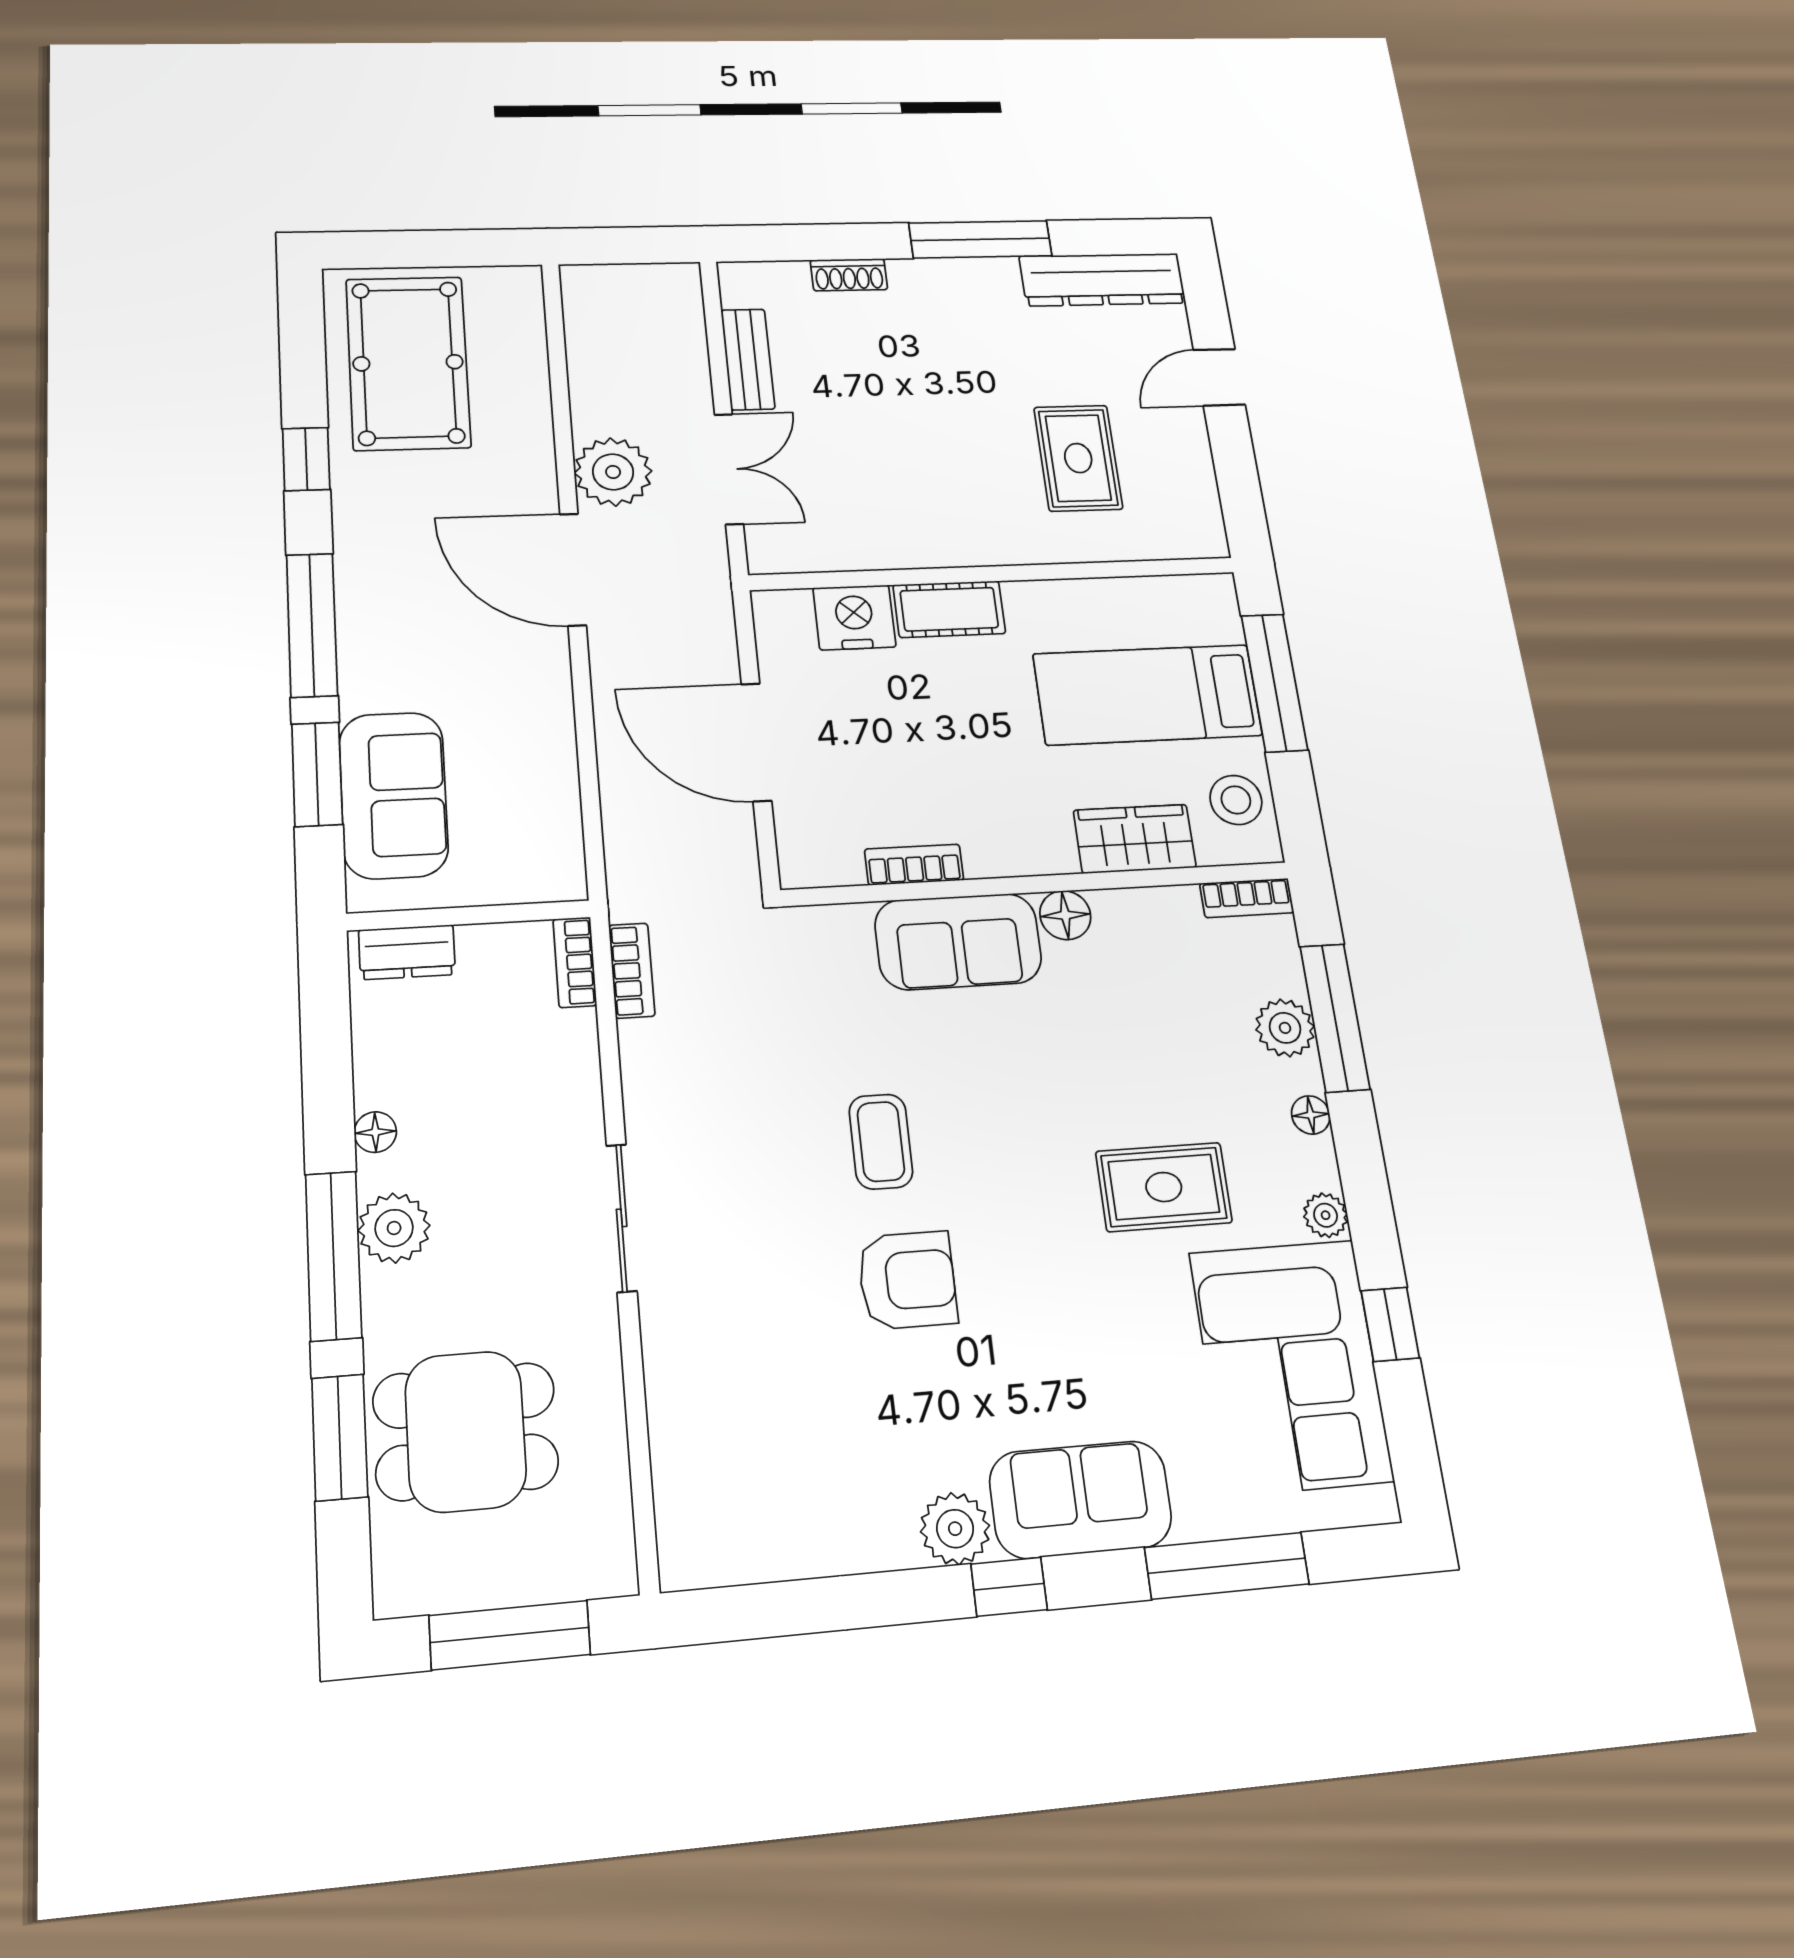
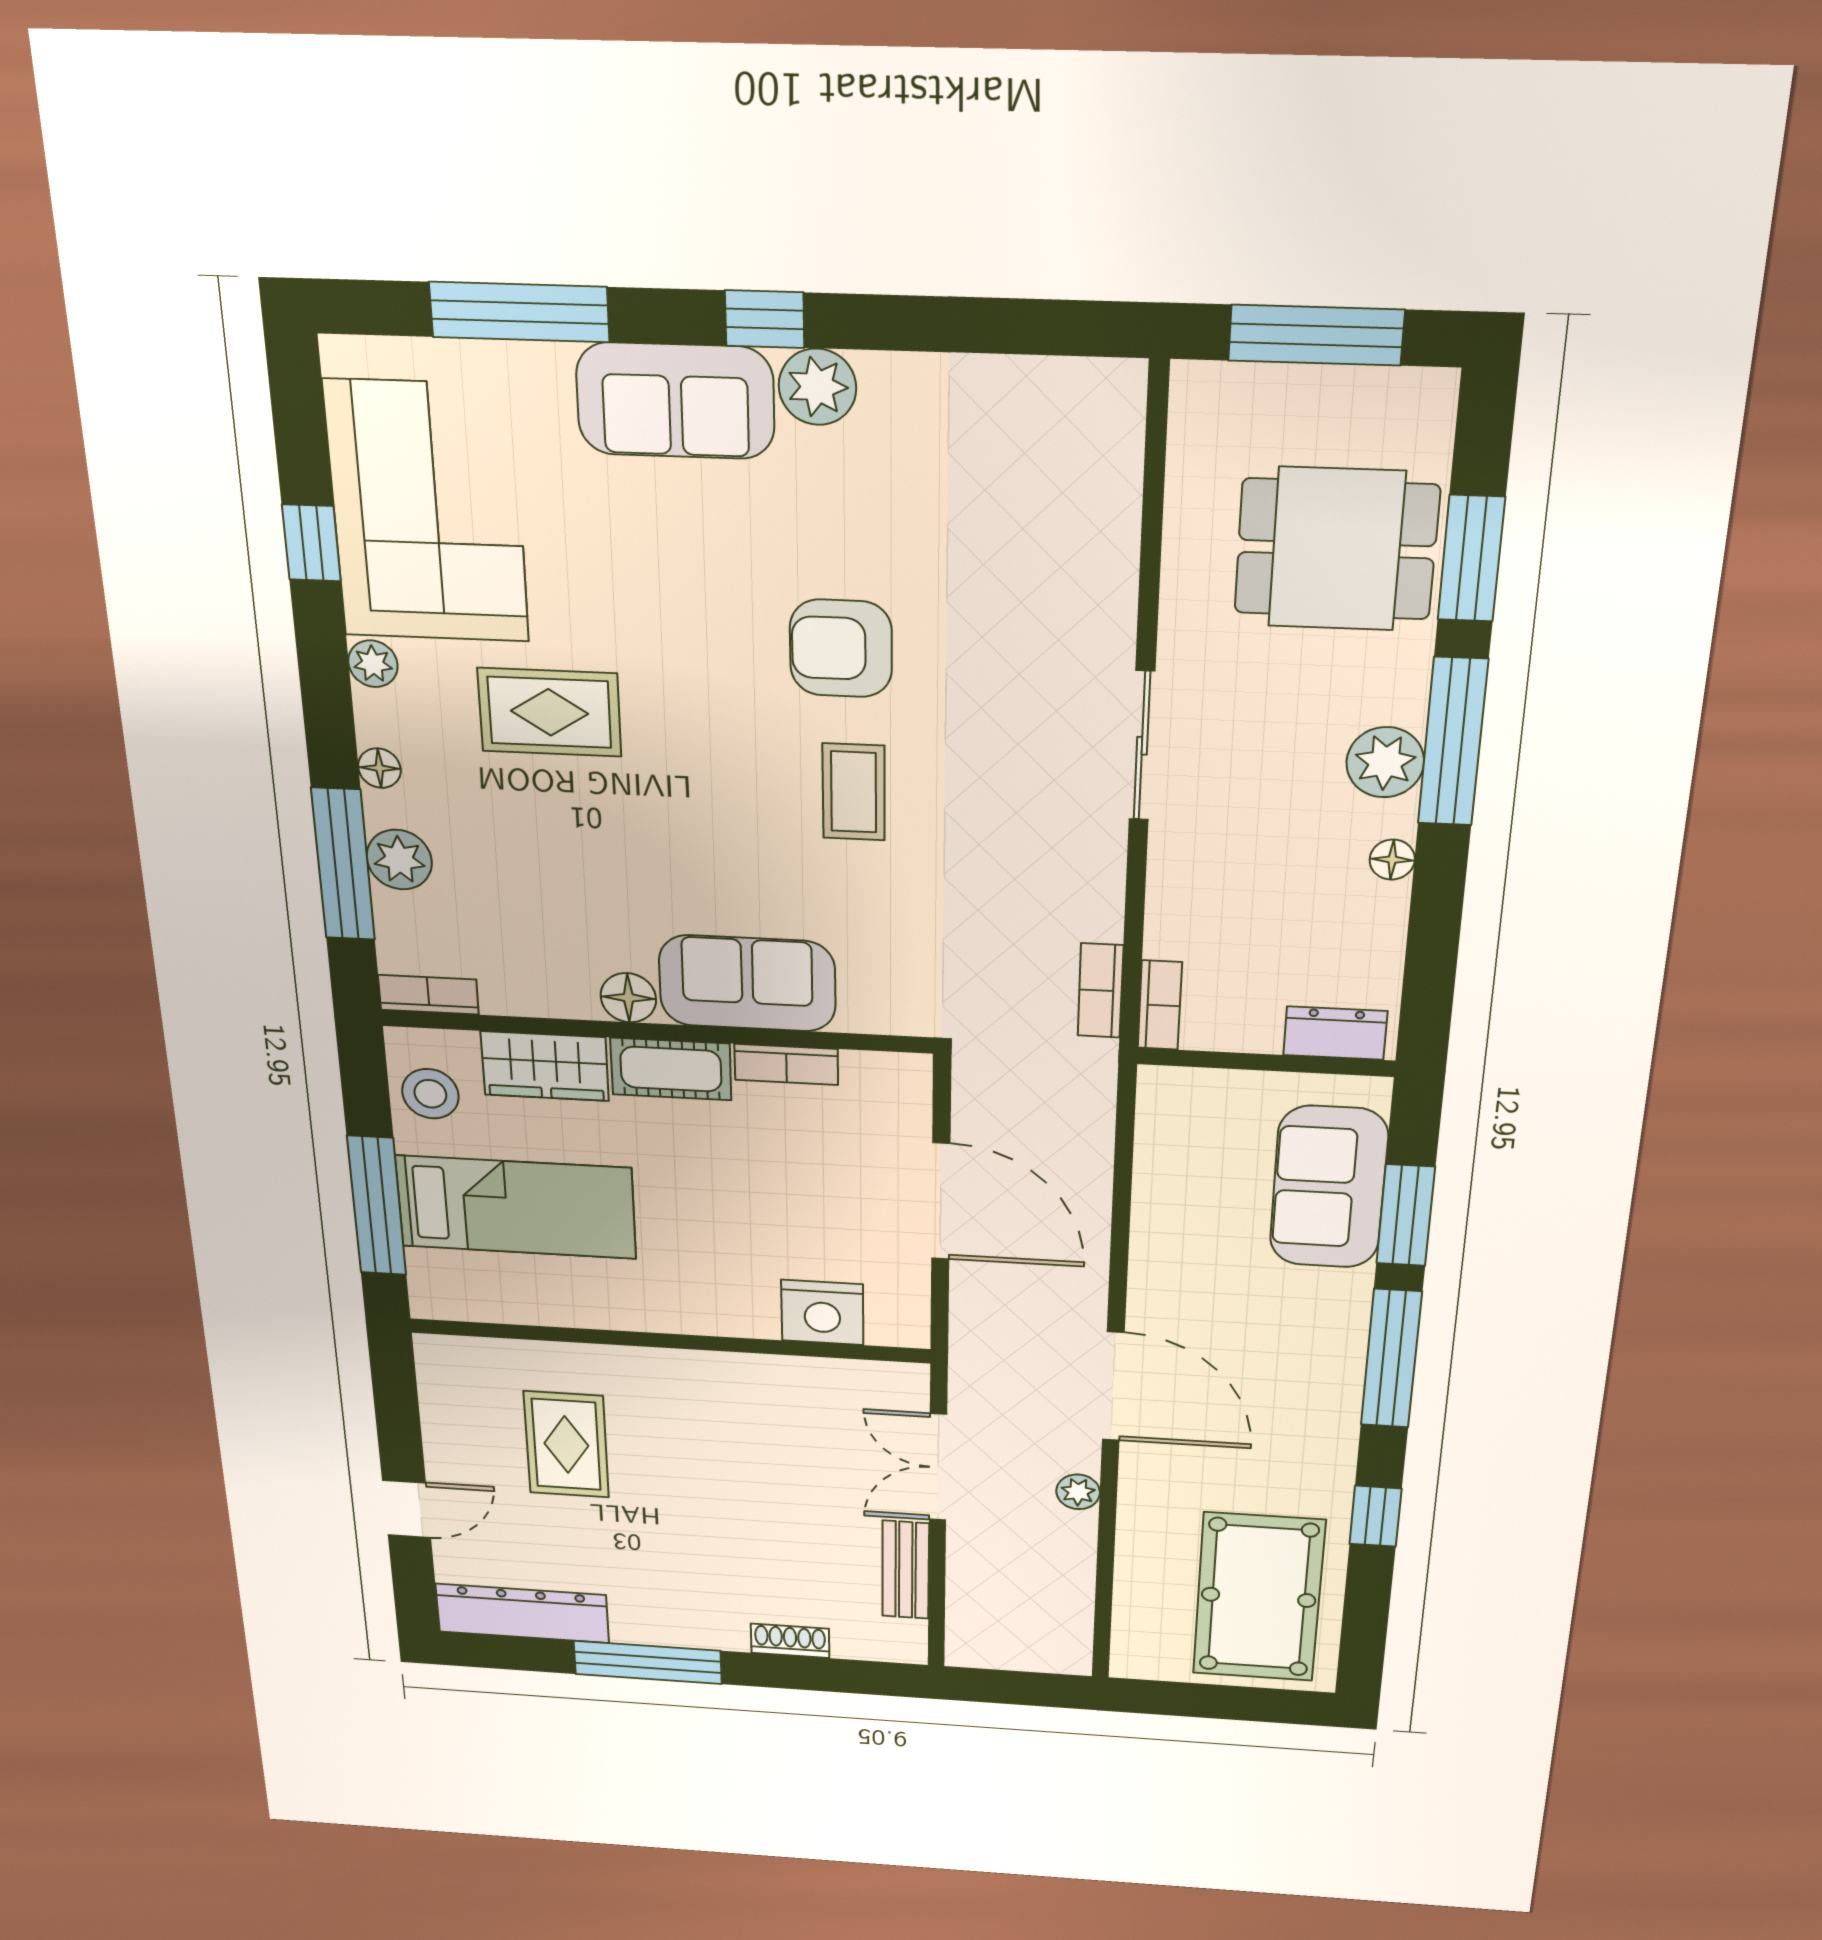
plant: (613, 472) -> (1078, 1492), width x0.53, depth x0.53
cot: (949, 609) -> (671, 1069), moved

